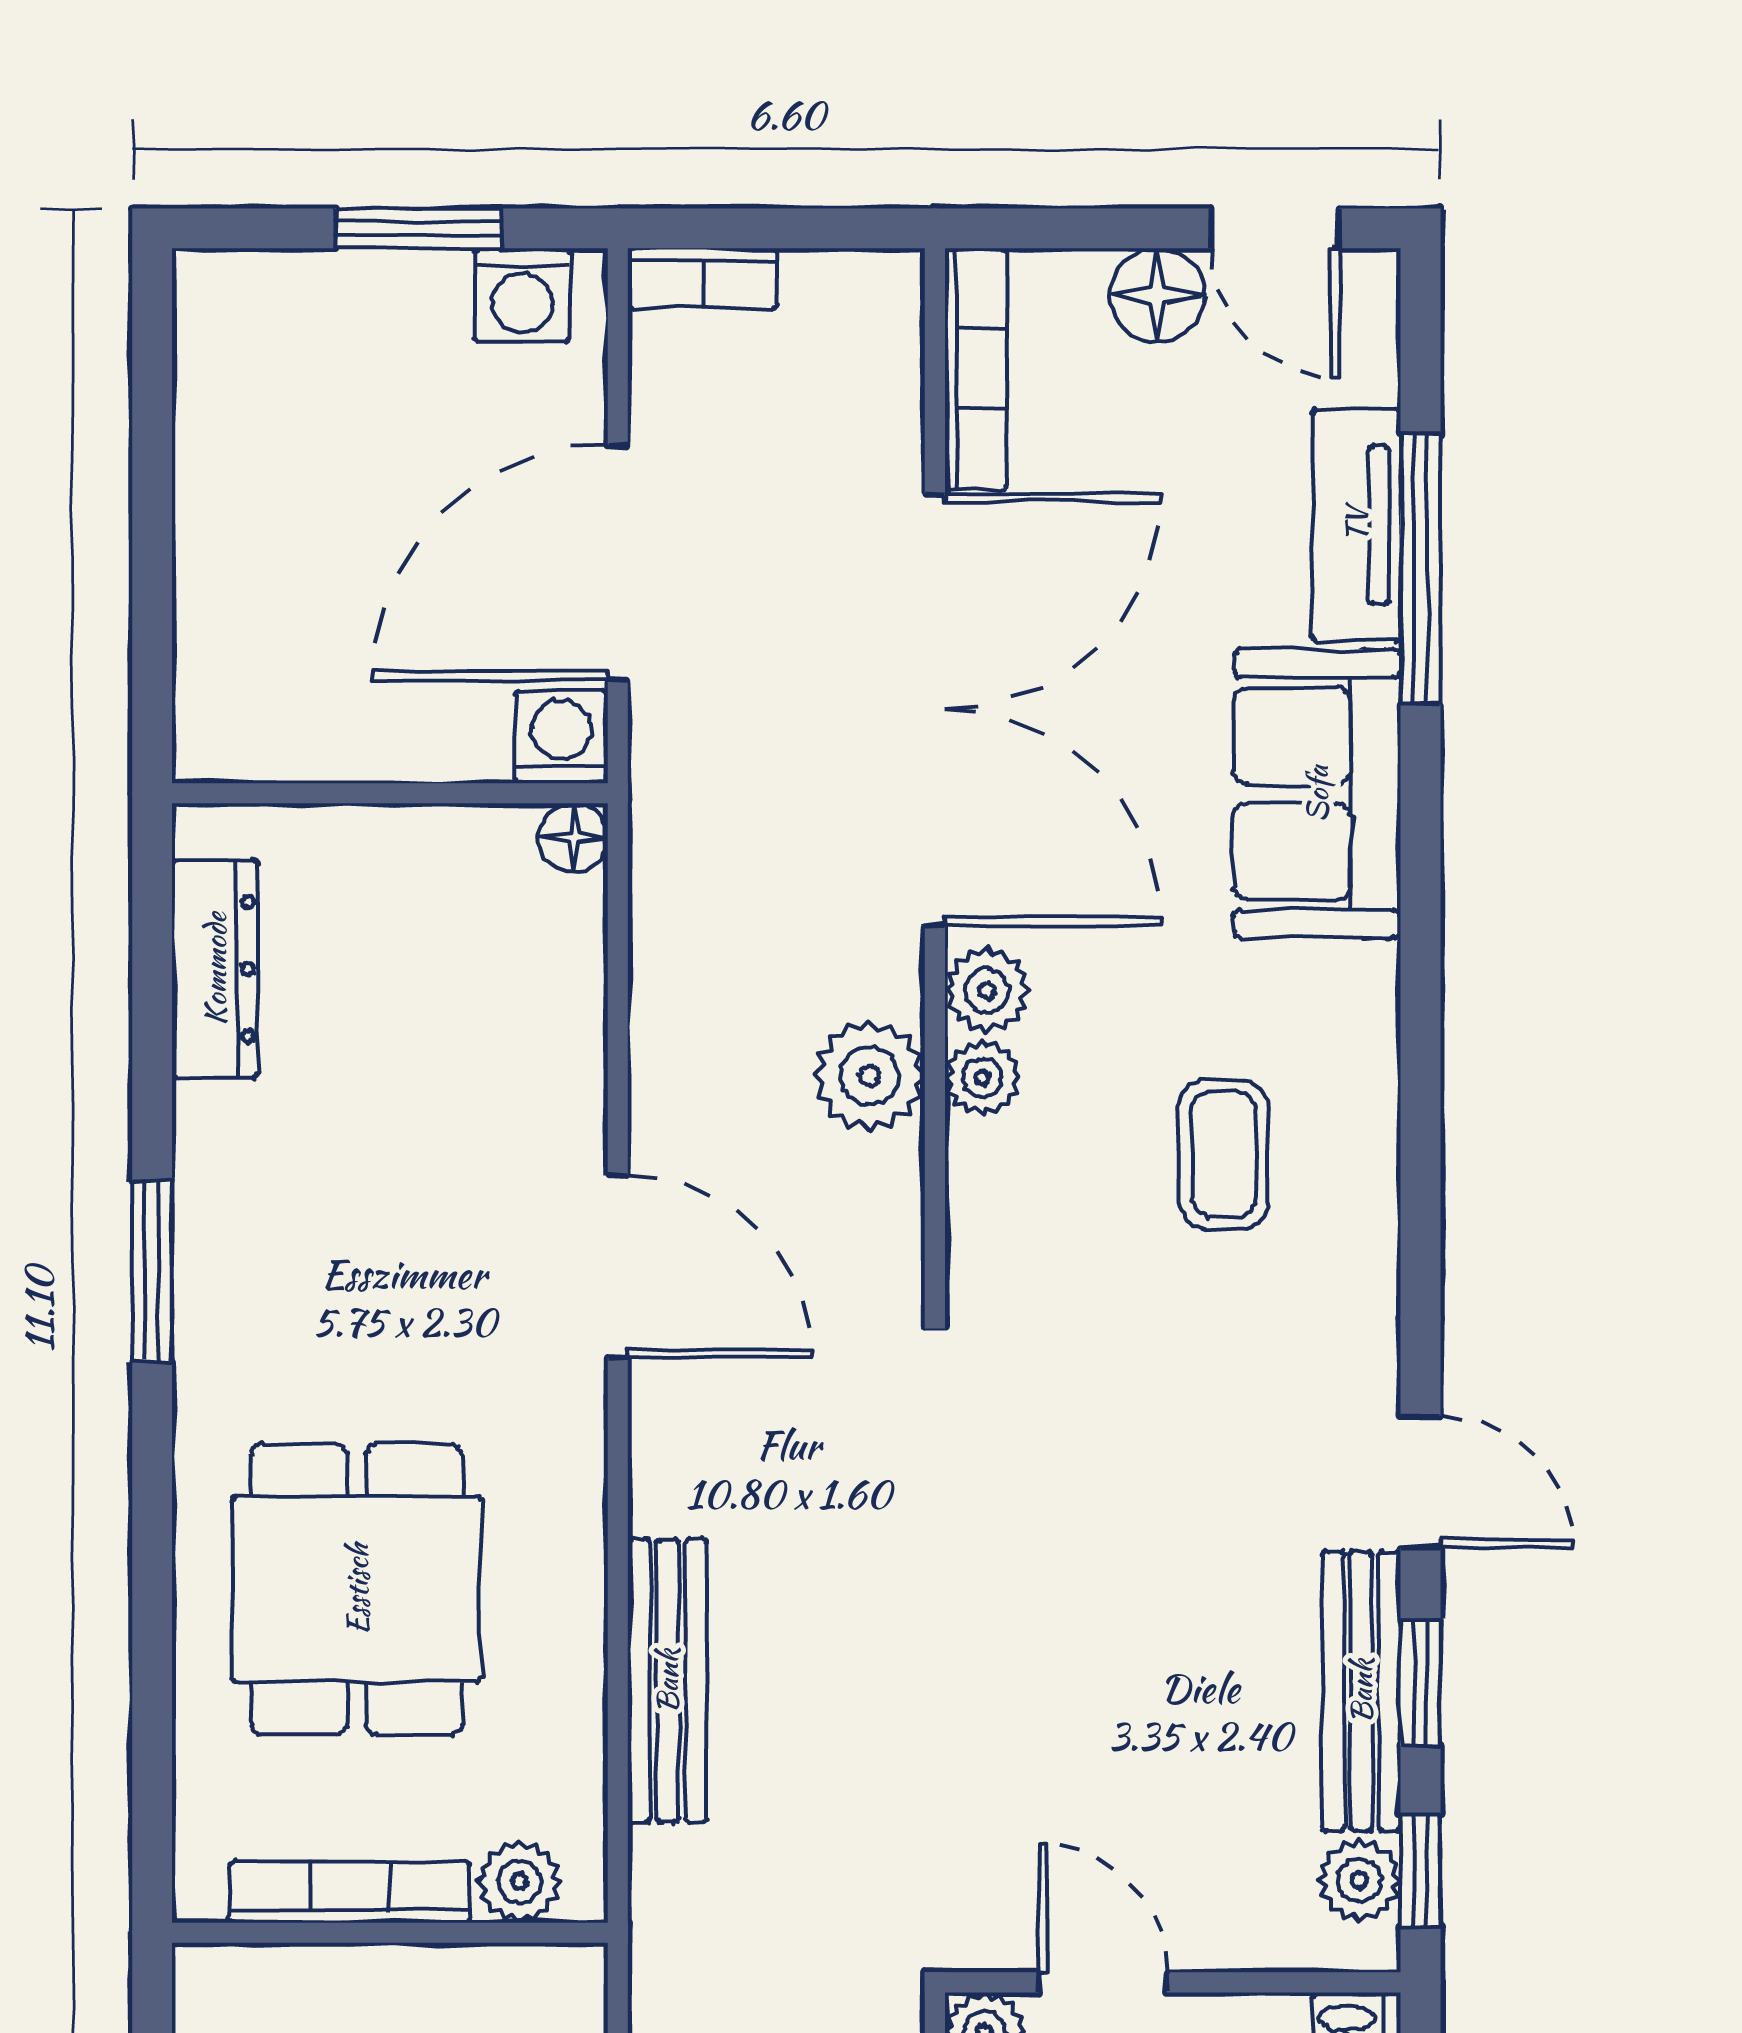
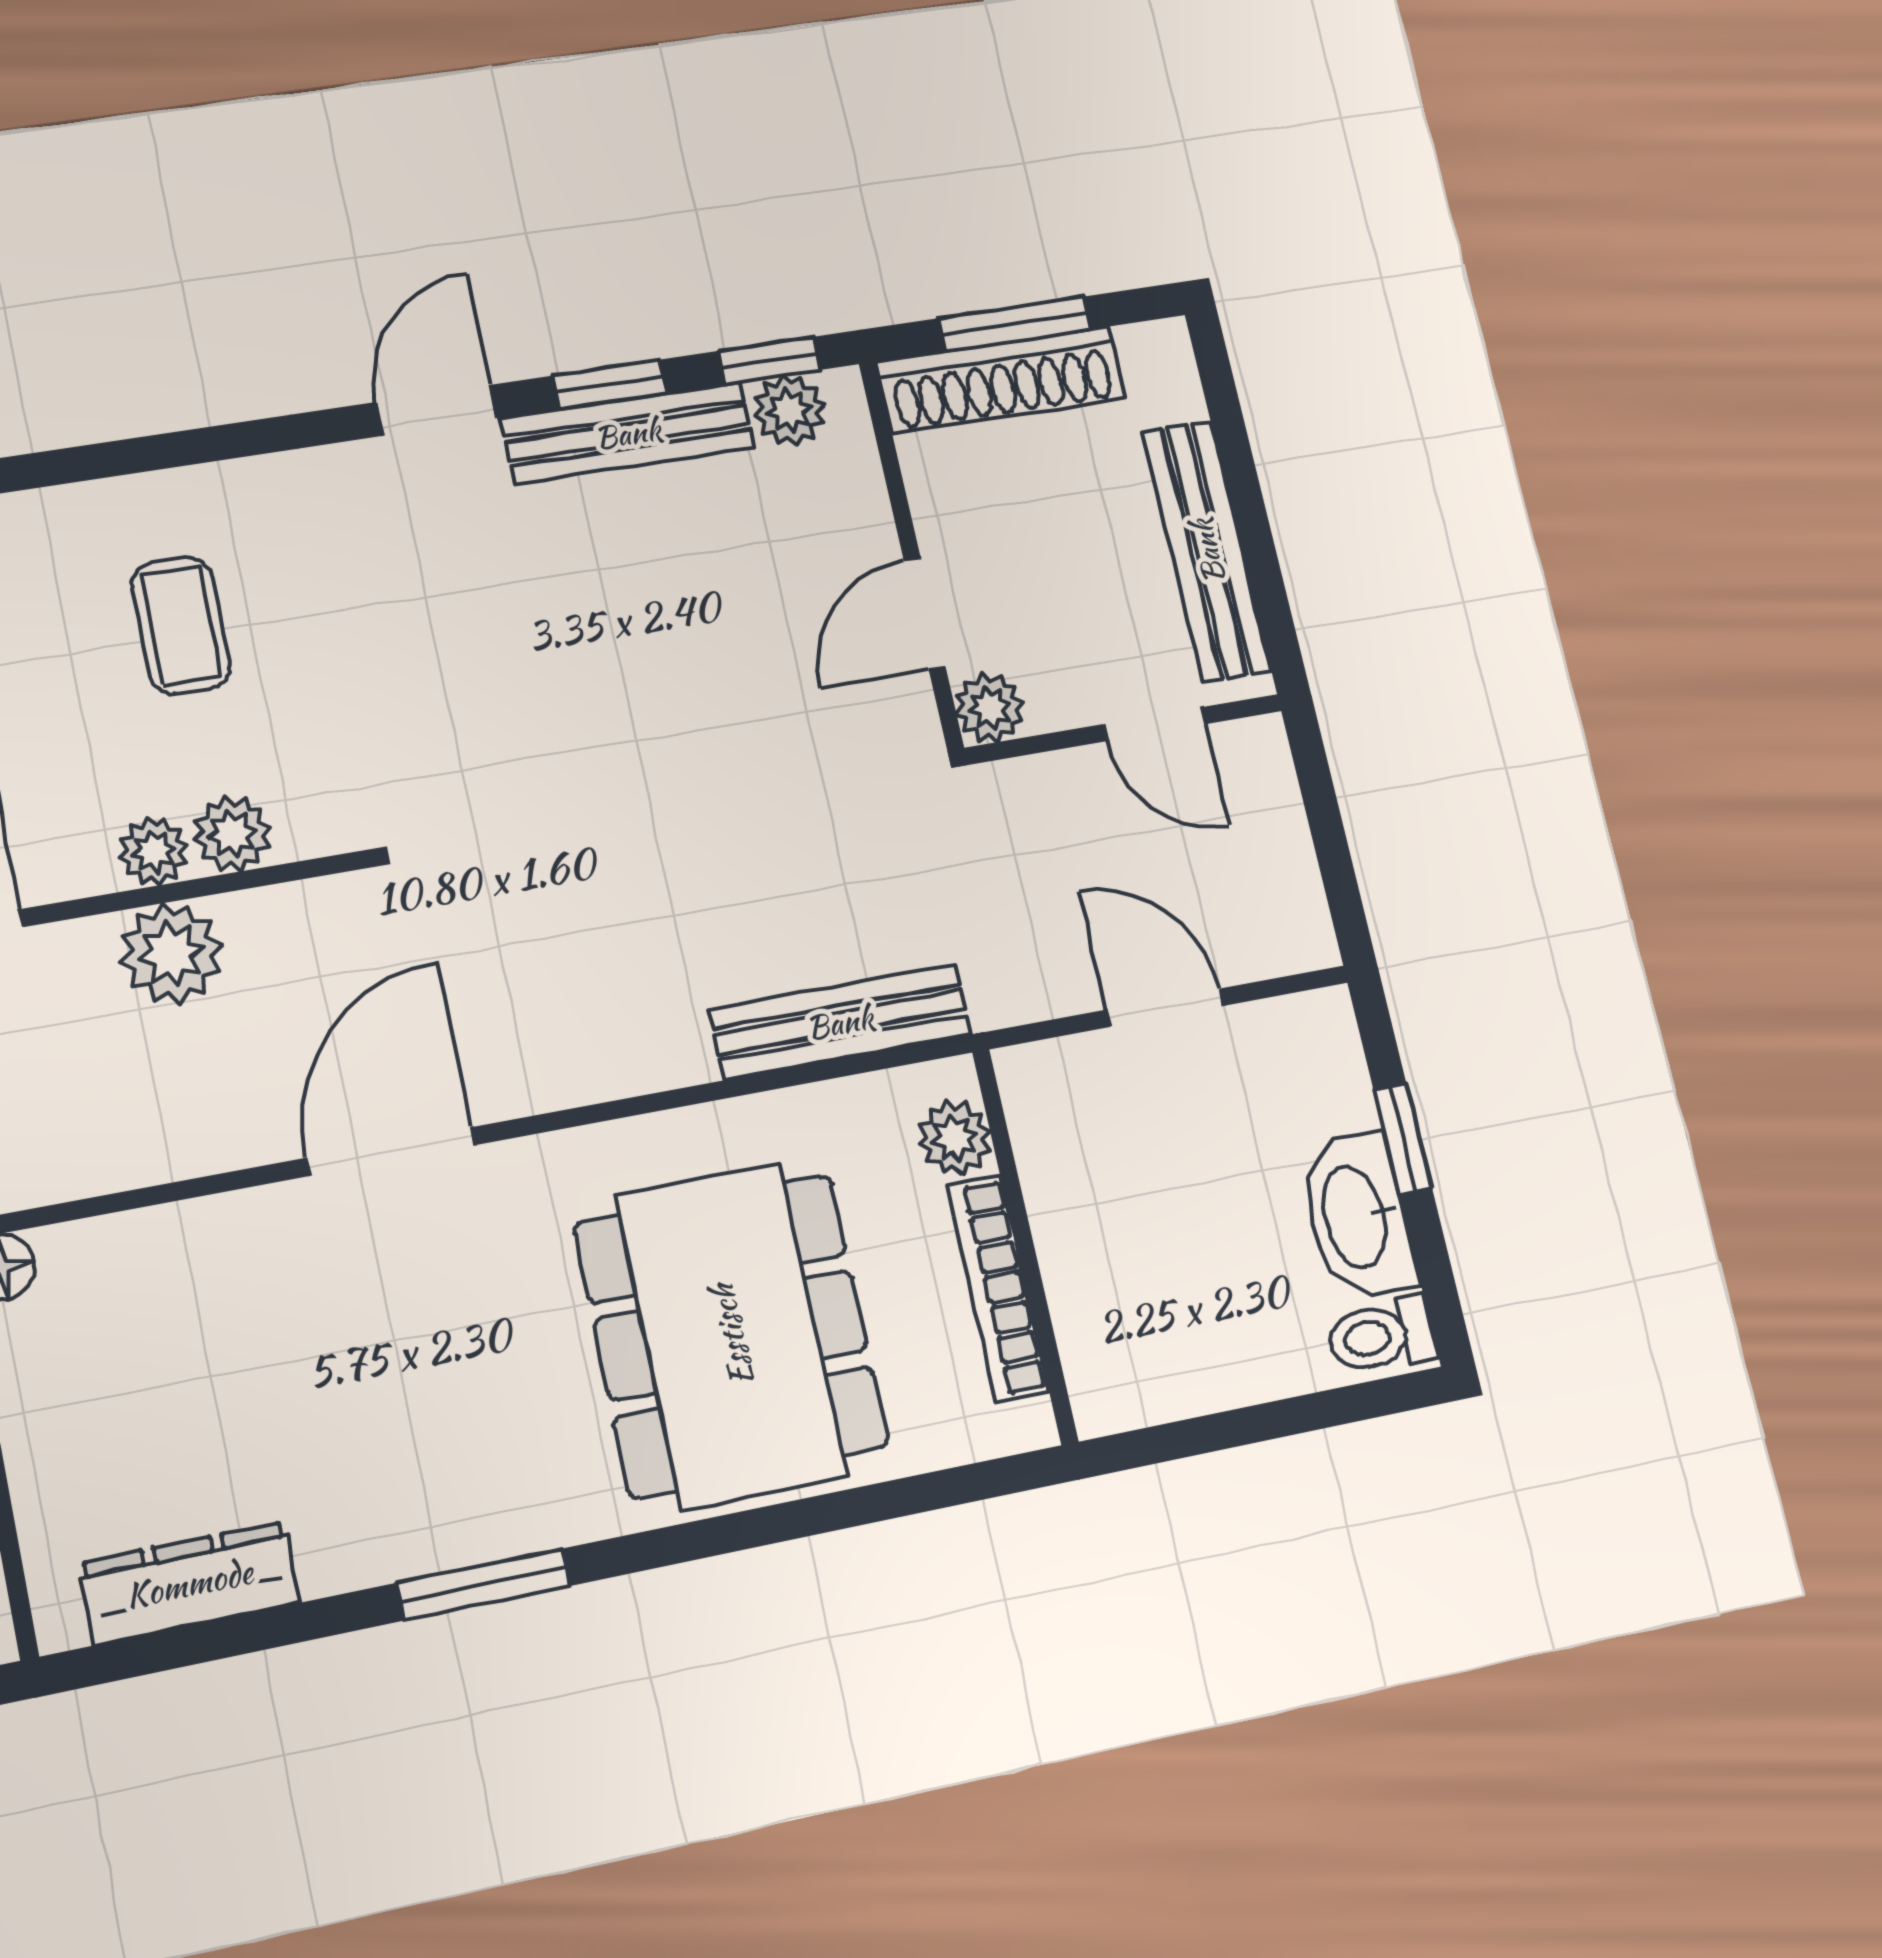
plant: (987, 991) -> (232, 834), moved
coffee table: (1224, 1154) -> (181, 626), turned 90
dining table: (357, 1589) -> (731, 1335), width x1.38
bench: (667, 1681) -> (840, 1022), moved

